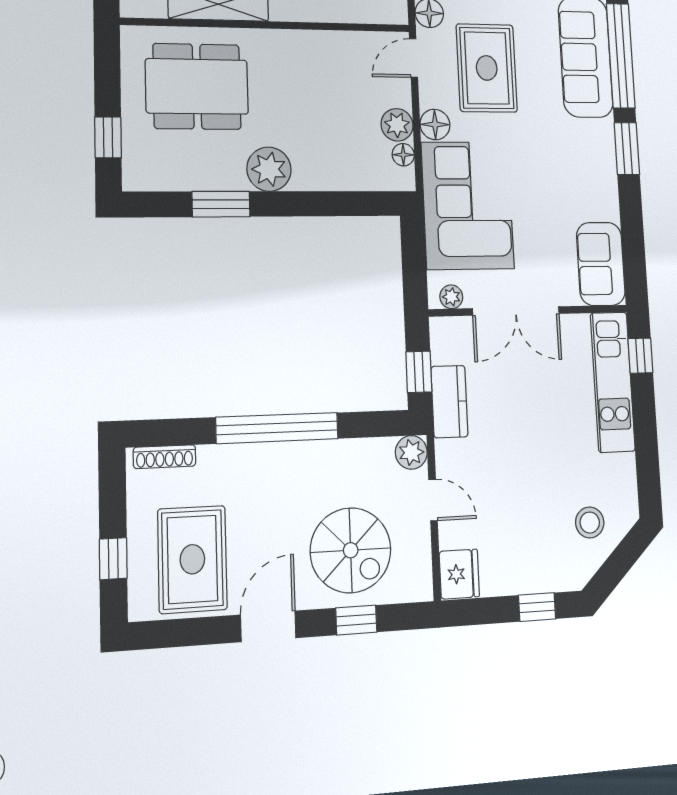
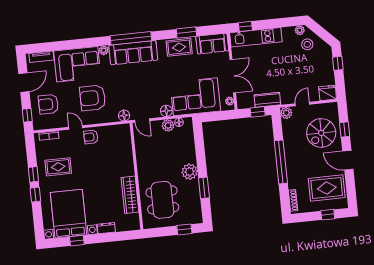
rug: (487, 68) -> (179, 47), moved, width x0.73, depth x0.70
window: (627, 149) -> (186, 33), moved
plant: (627, 503) -> (300, 30), added
spiral stairs: (351, 550) -> (321, 133), turned 180

